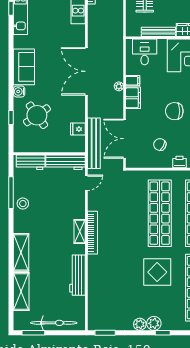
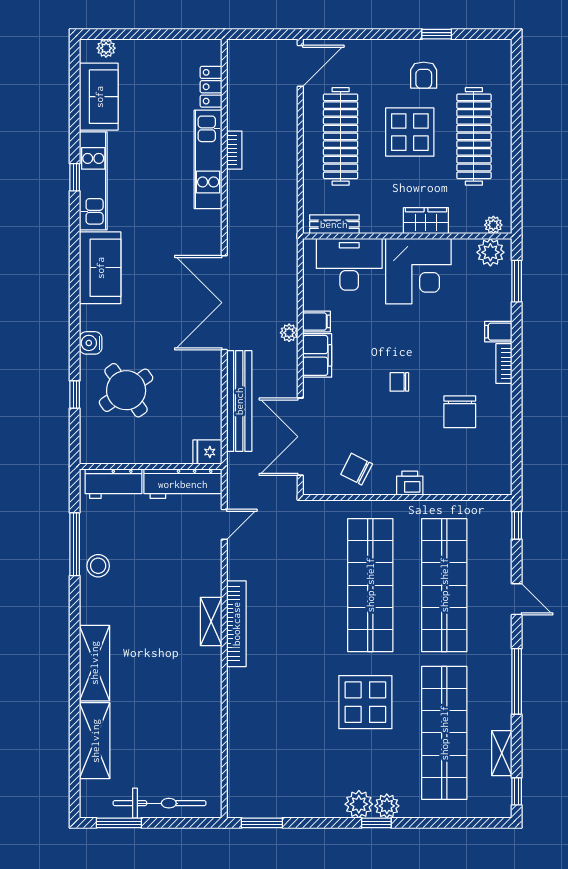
bench: (158, 32) -> (334, 224), moved, width x0.73
desk: (145, 52) -> (349, 264), width x1.37
sofa: (24, 67) -> (100, 268), moved
chair: (174, 111) -> (399, 382), width x0.54, depth x0.54
fridge: (78, 129) -> (207, 452), moved
bench: (94, 143) -> (239, 401), moved
chair: (160, 145) -> (357, 469), moved
workbench: (78, 275) -> (207, 708), removed
plant: (140, 324) -> (387, 806), moved

